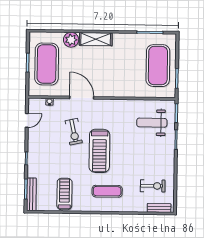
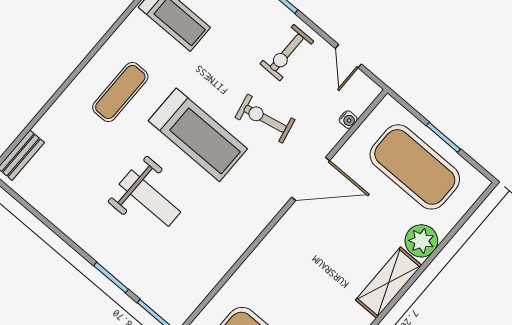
weight bench: (152, 123) -> (150, 198), moved, turned 90
treadmill: (99, 151) -> (198, 135), turned 180
exercise bike: (153, 186) -> (287, 53), moved

